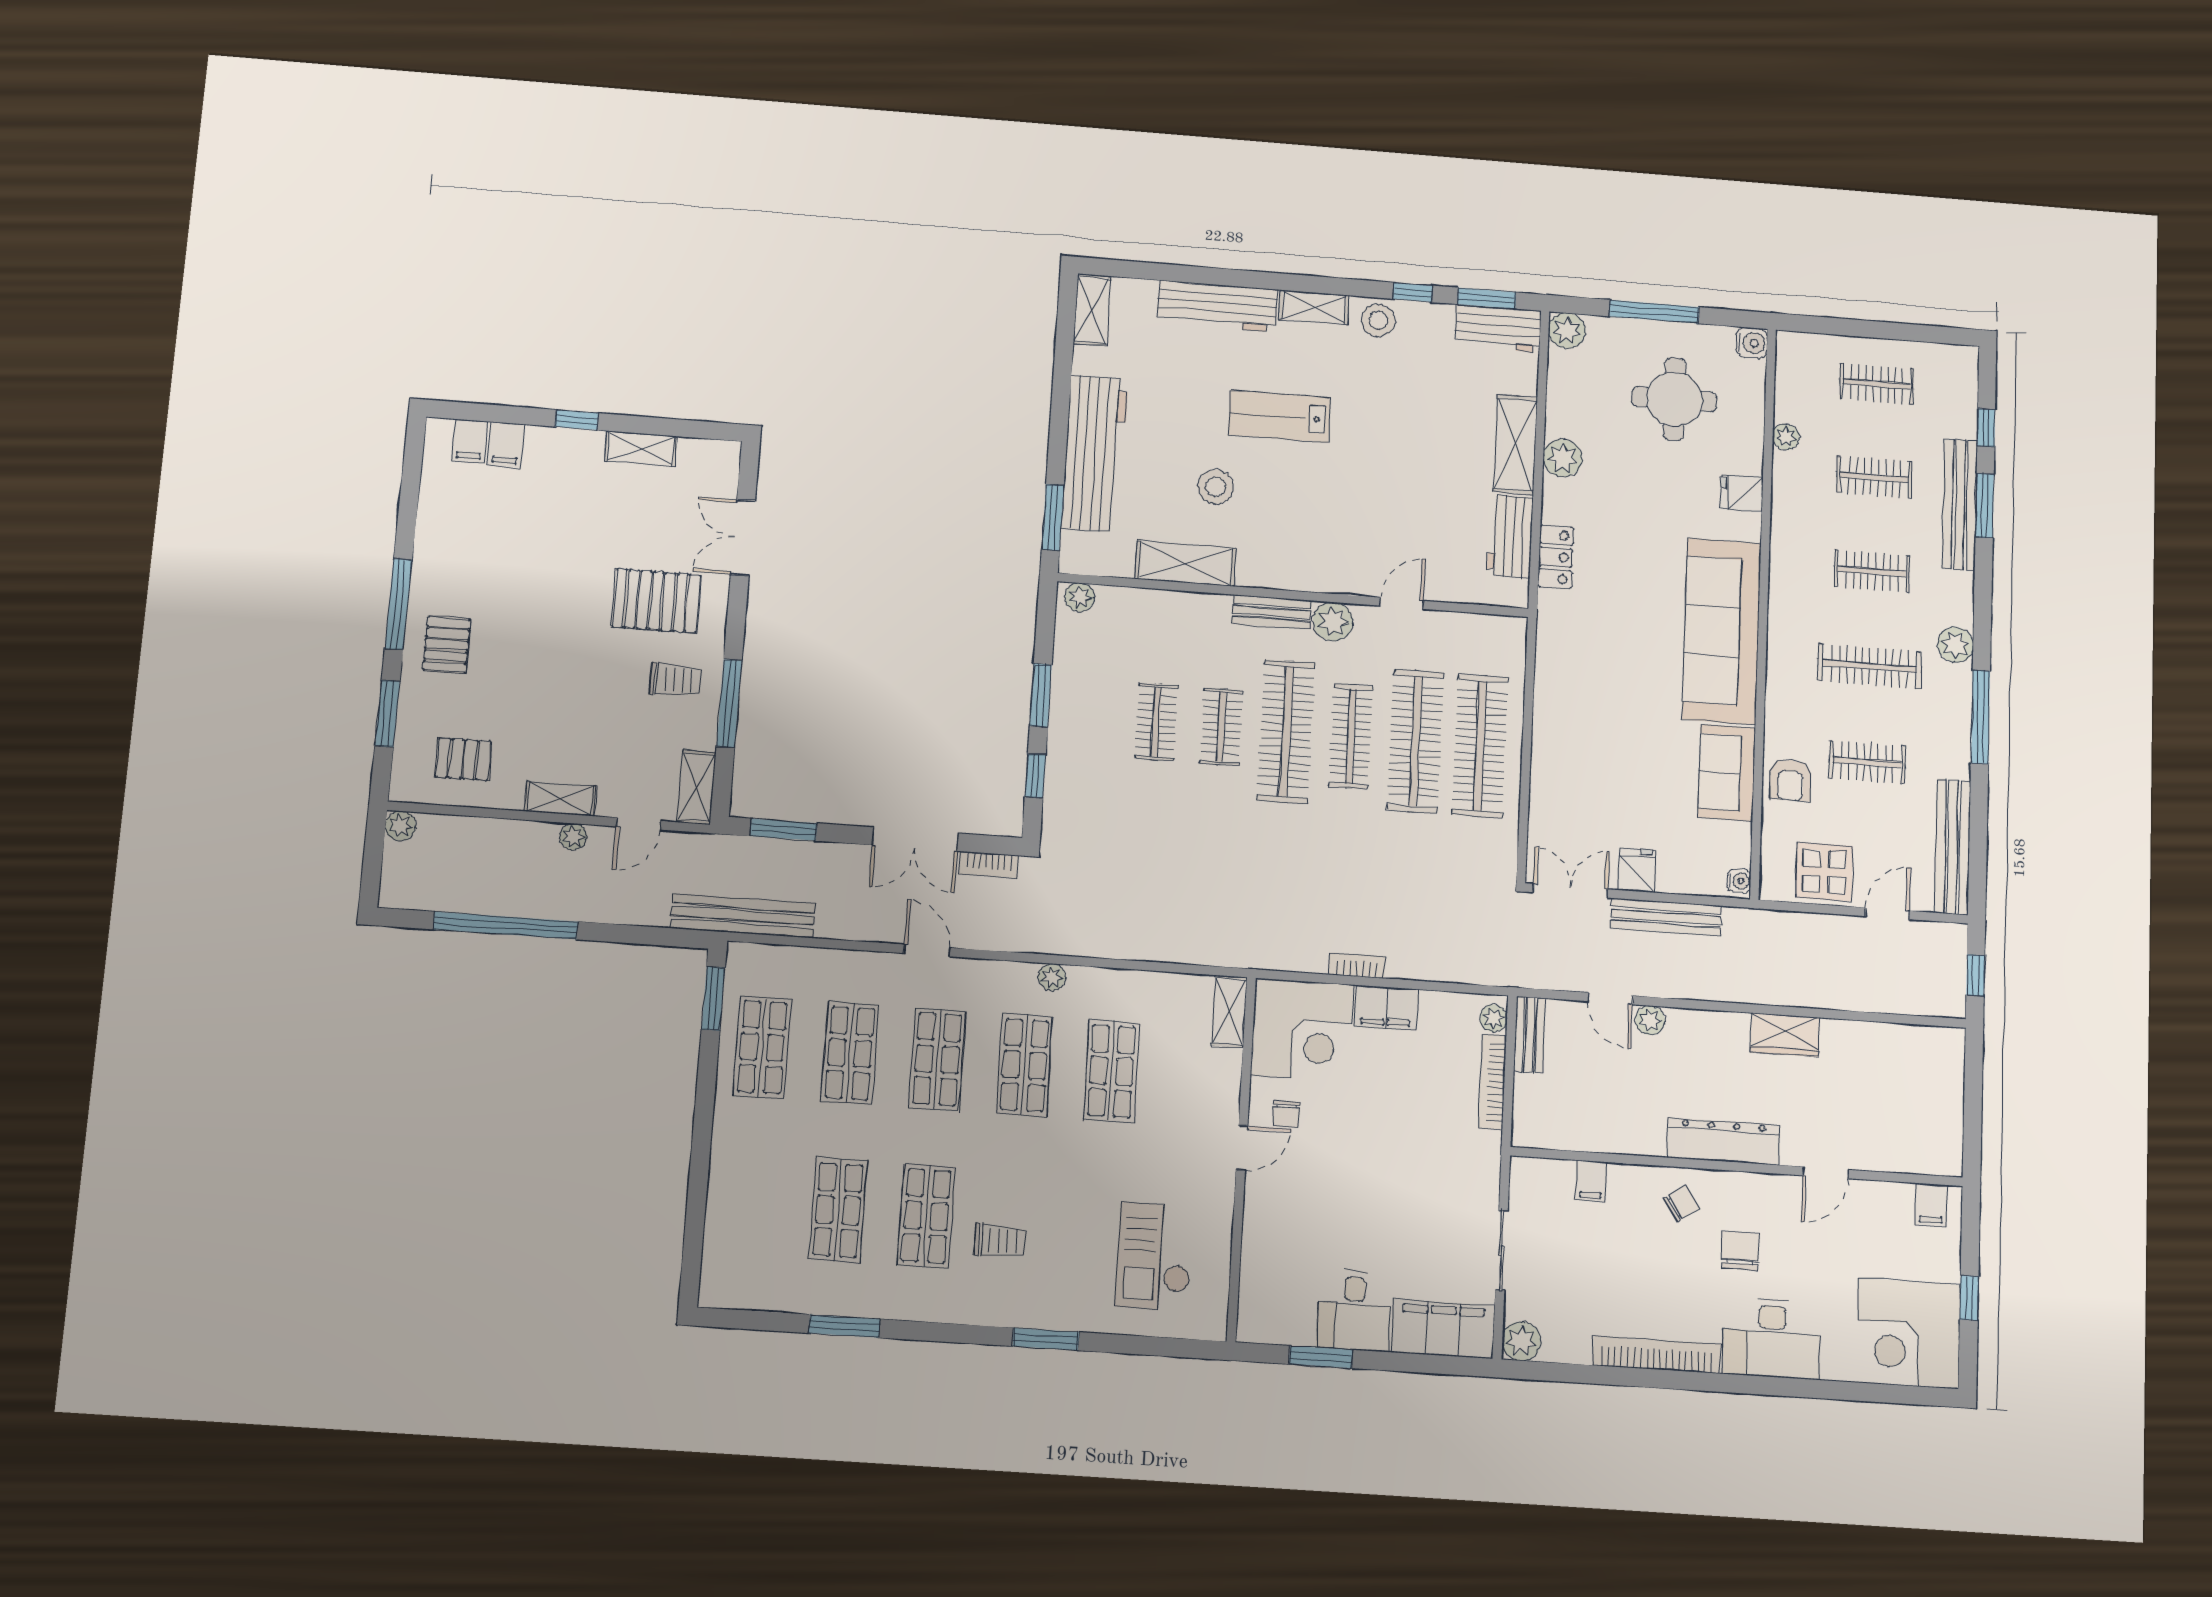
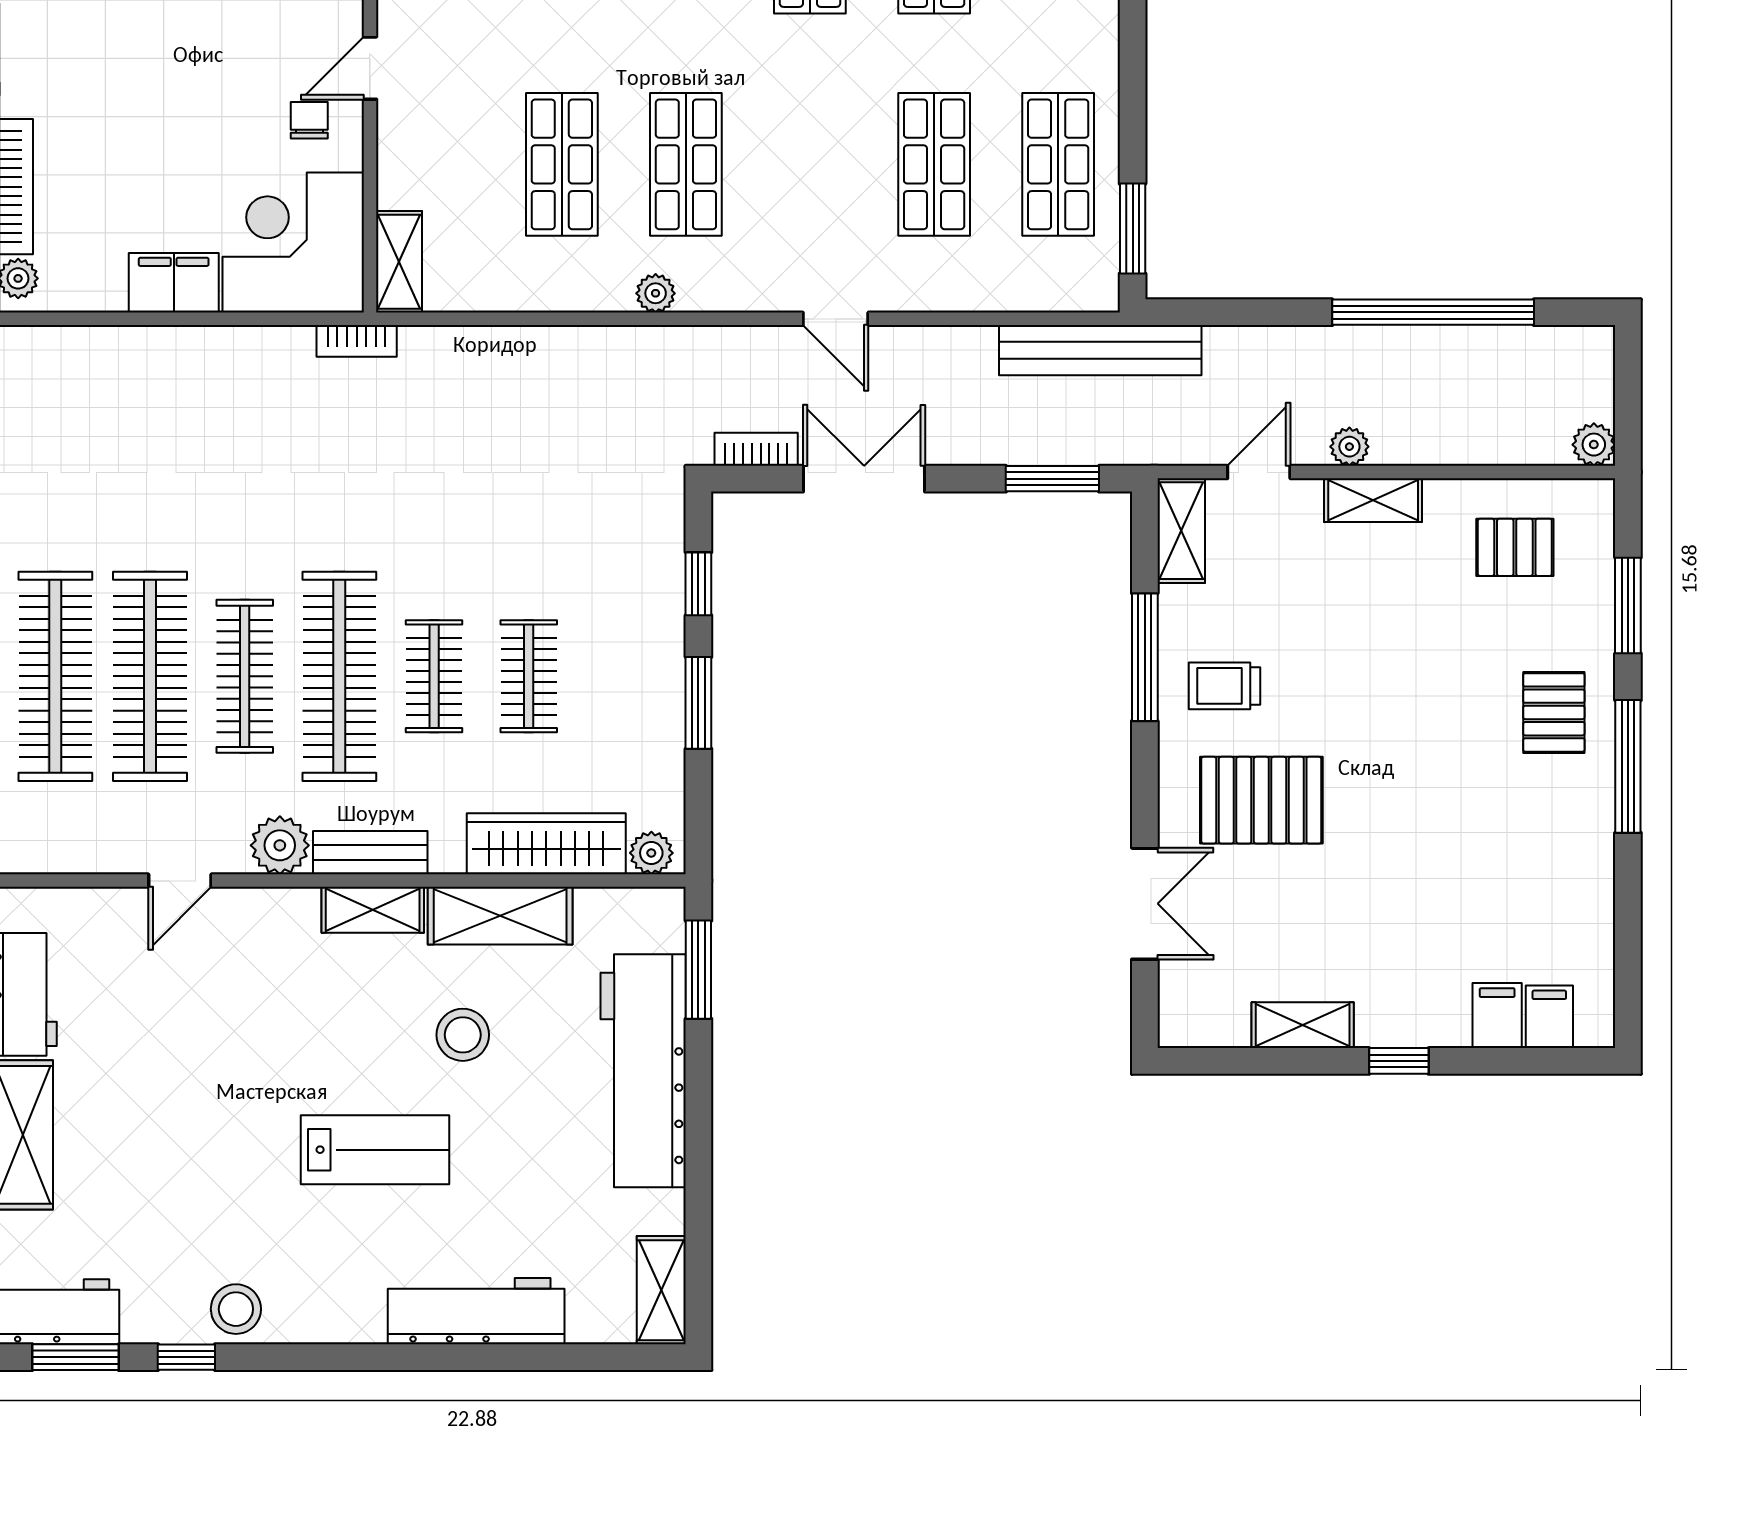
shelving: (1314, 307) -> (373, 910), moved
wardrobe: (1151, 609) -> (546, 844), added
bookcase: (1357, 965) -> (357, 341), moved
shop shelf: (937, 1059) -> (810, 164), removed

